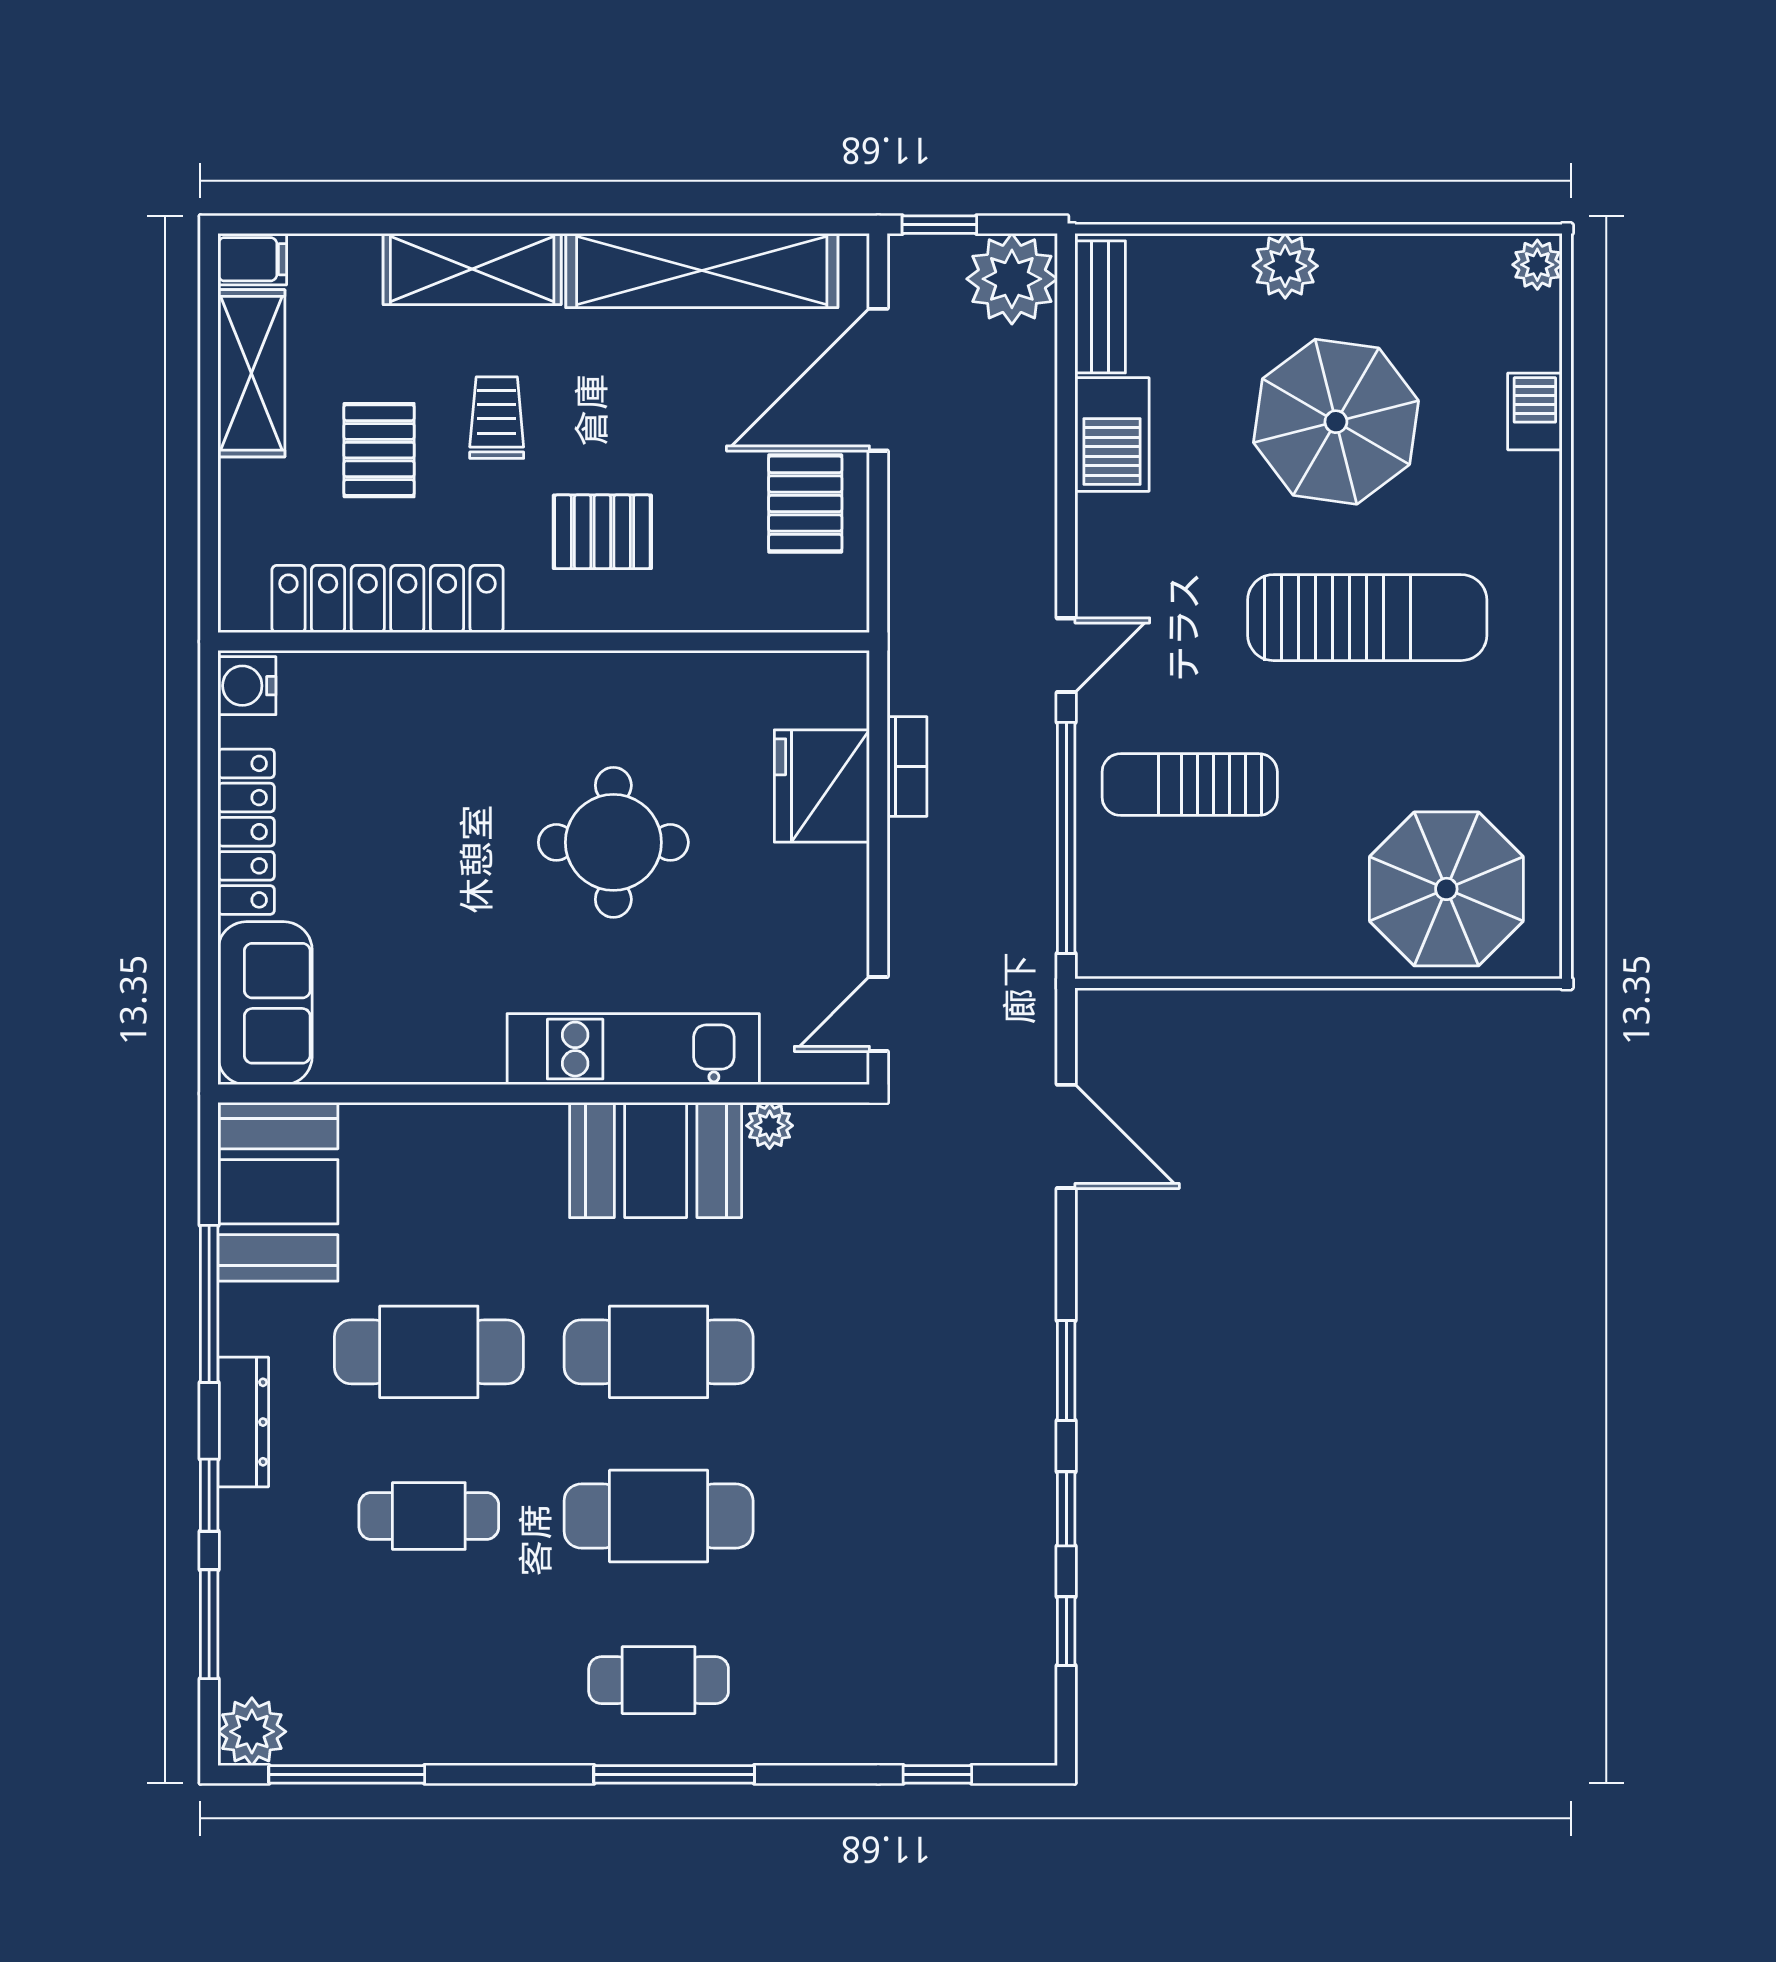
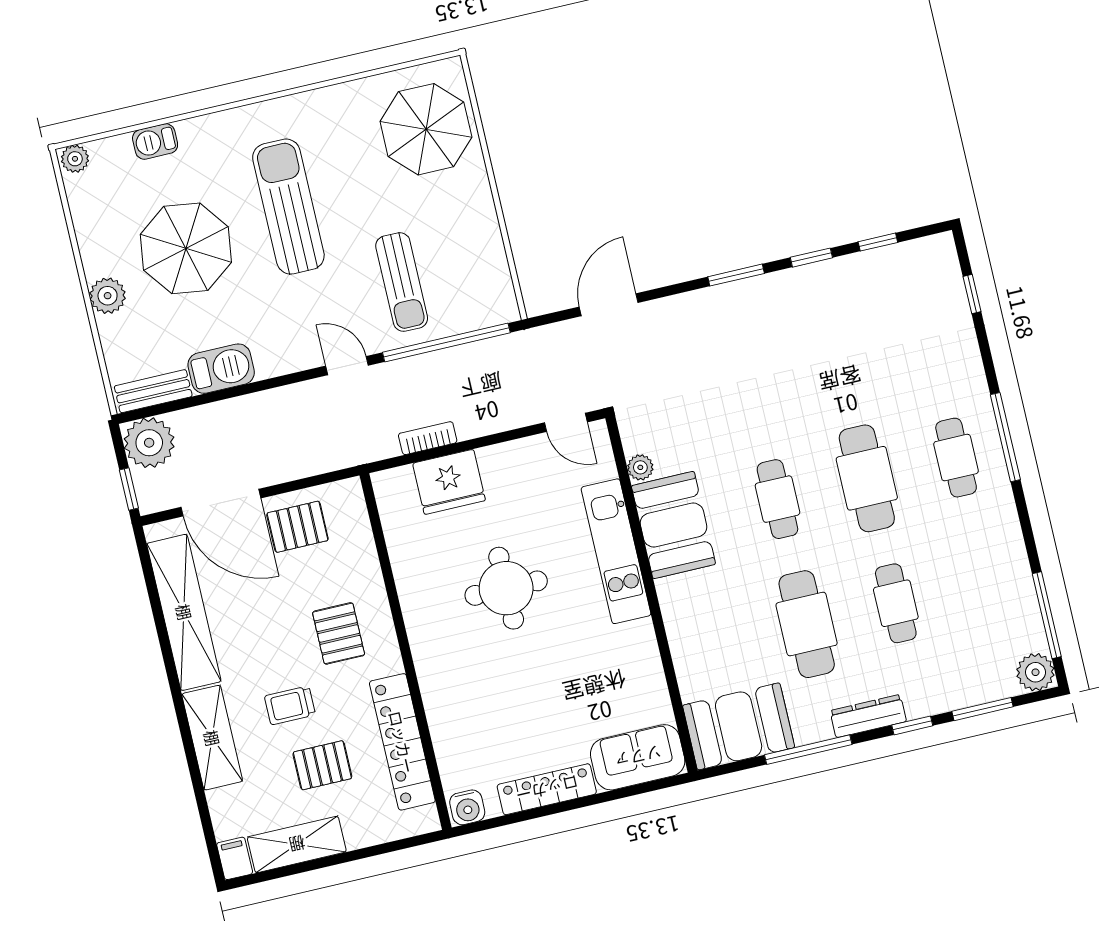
cafe table: (659, 1352) -> (777, 499), width x0.73, depth x0.74

